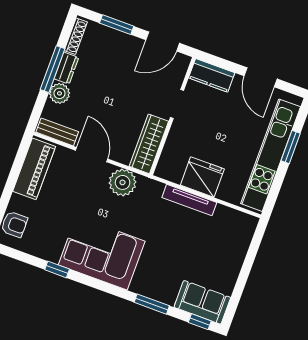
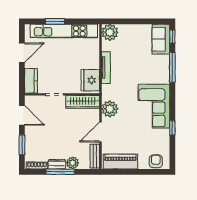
fridge: (202, 177) -> (90, 80), moved
plant: (242, 226) -> (110, 32), added
window: (152, 304) -> (172, 67), width x1.44

